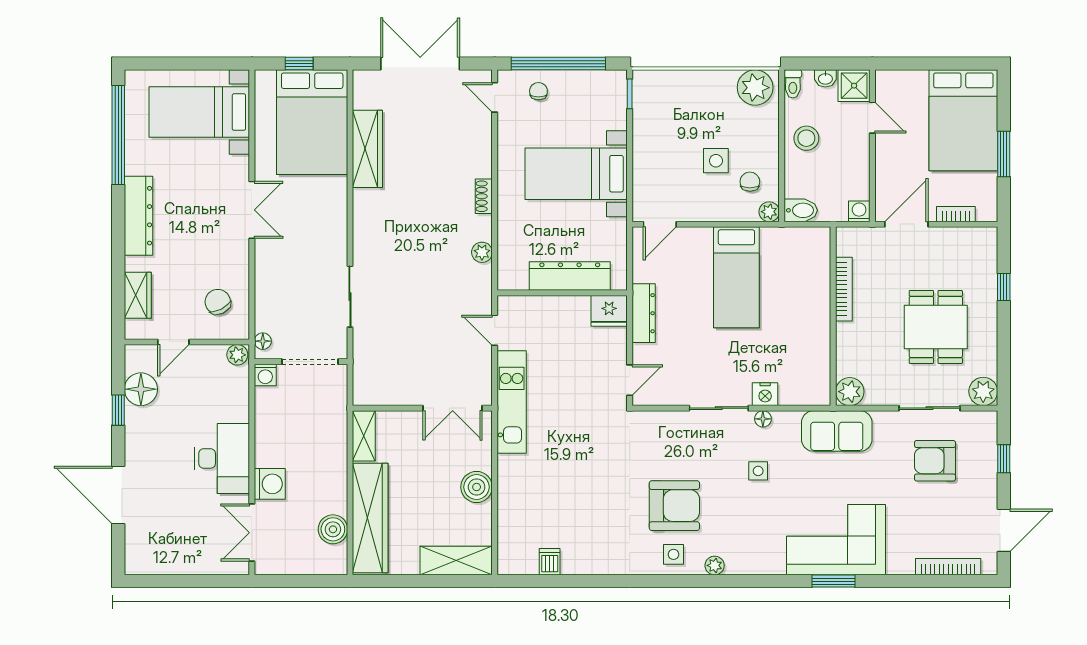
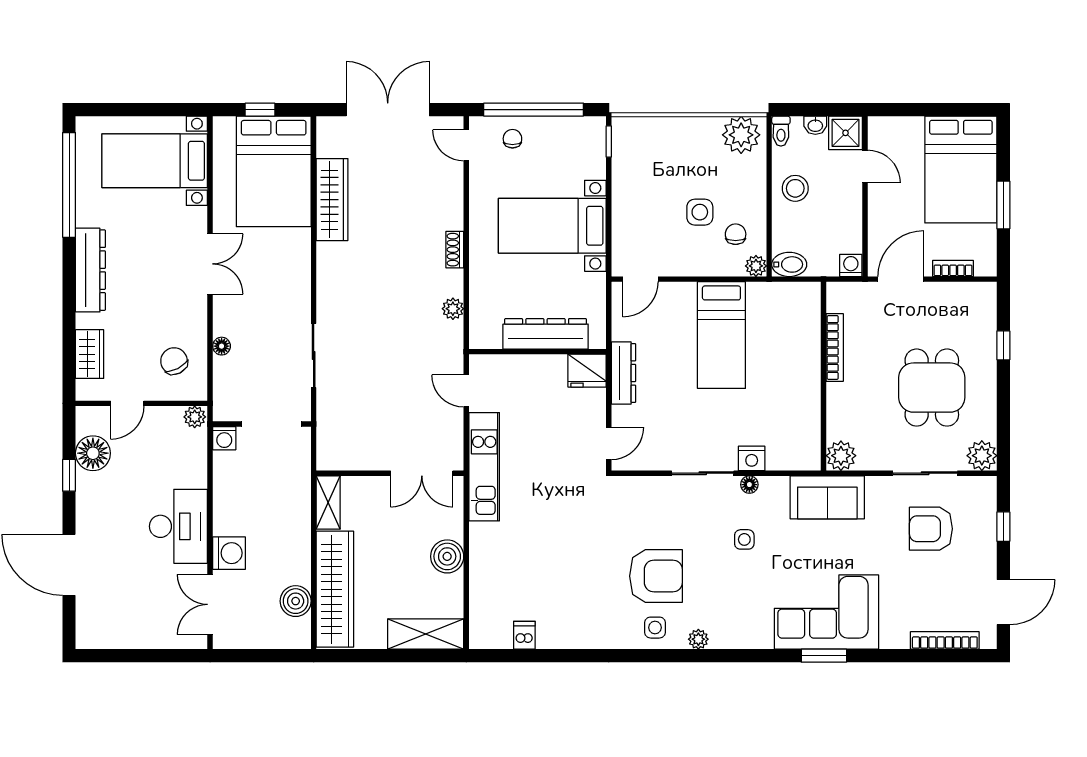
floor lamp: (263, 341) -> (222, 346), moved

